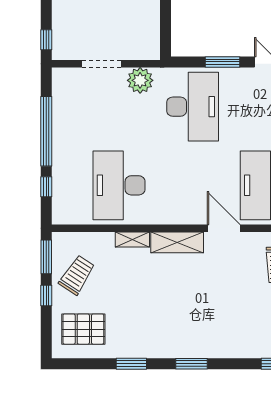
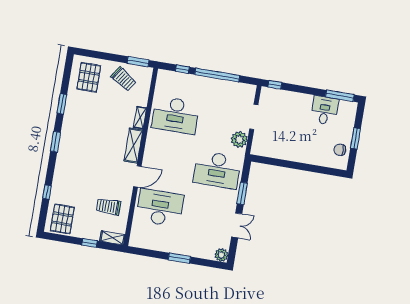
desk: (119, 185) -> (175, 115), turned 180
window: (46, 296) -> (114, 58), removed

